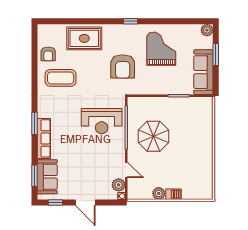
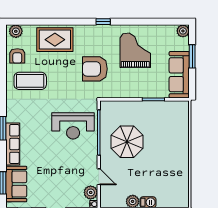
plant: (47, 30) -> (16, 31), added
armchair: (123, 66) -> (95, 69), turned 90

